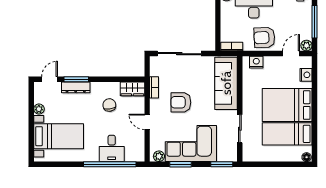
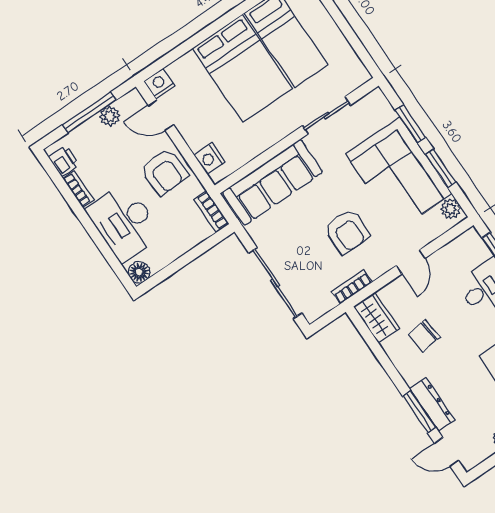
plant: (306, 46) -> (110, 116), moved
nightstand: (306, 75) -> (159, 83), moved
window: (222, 164) -> (410, 124), moved

